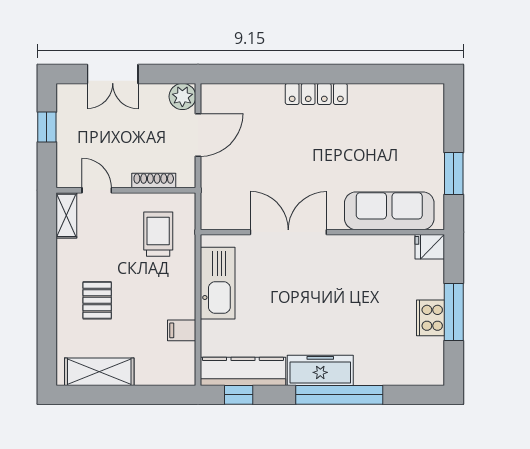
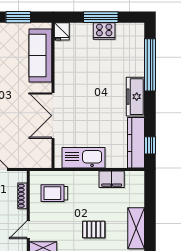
filing cabinet: (182, 330) -> (112, 179), width x2.00
window: (339, 395) -> (150, 65), moved

